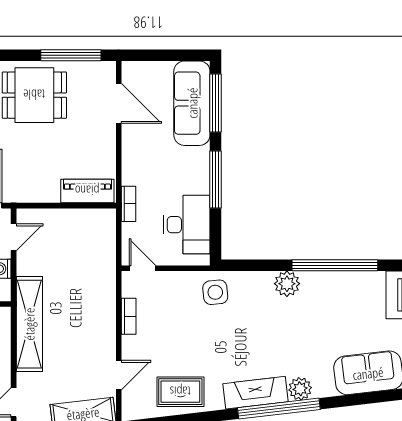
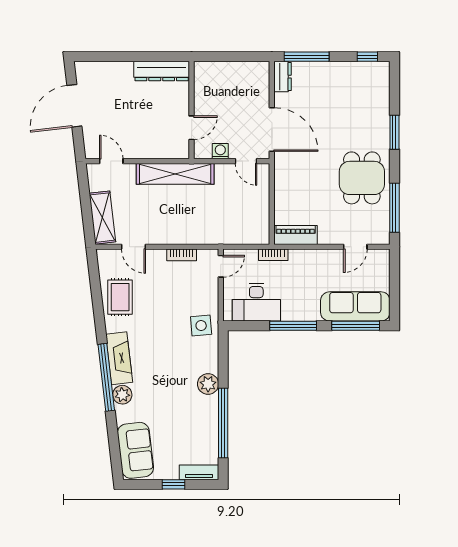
door: (119, 103) -> (355, 247), width x0.73
piano: (87, 191) -> (296, 235), moved, turned -90

